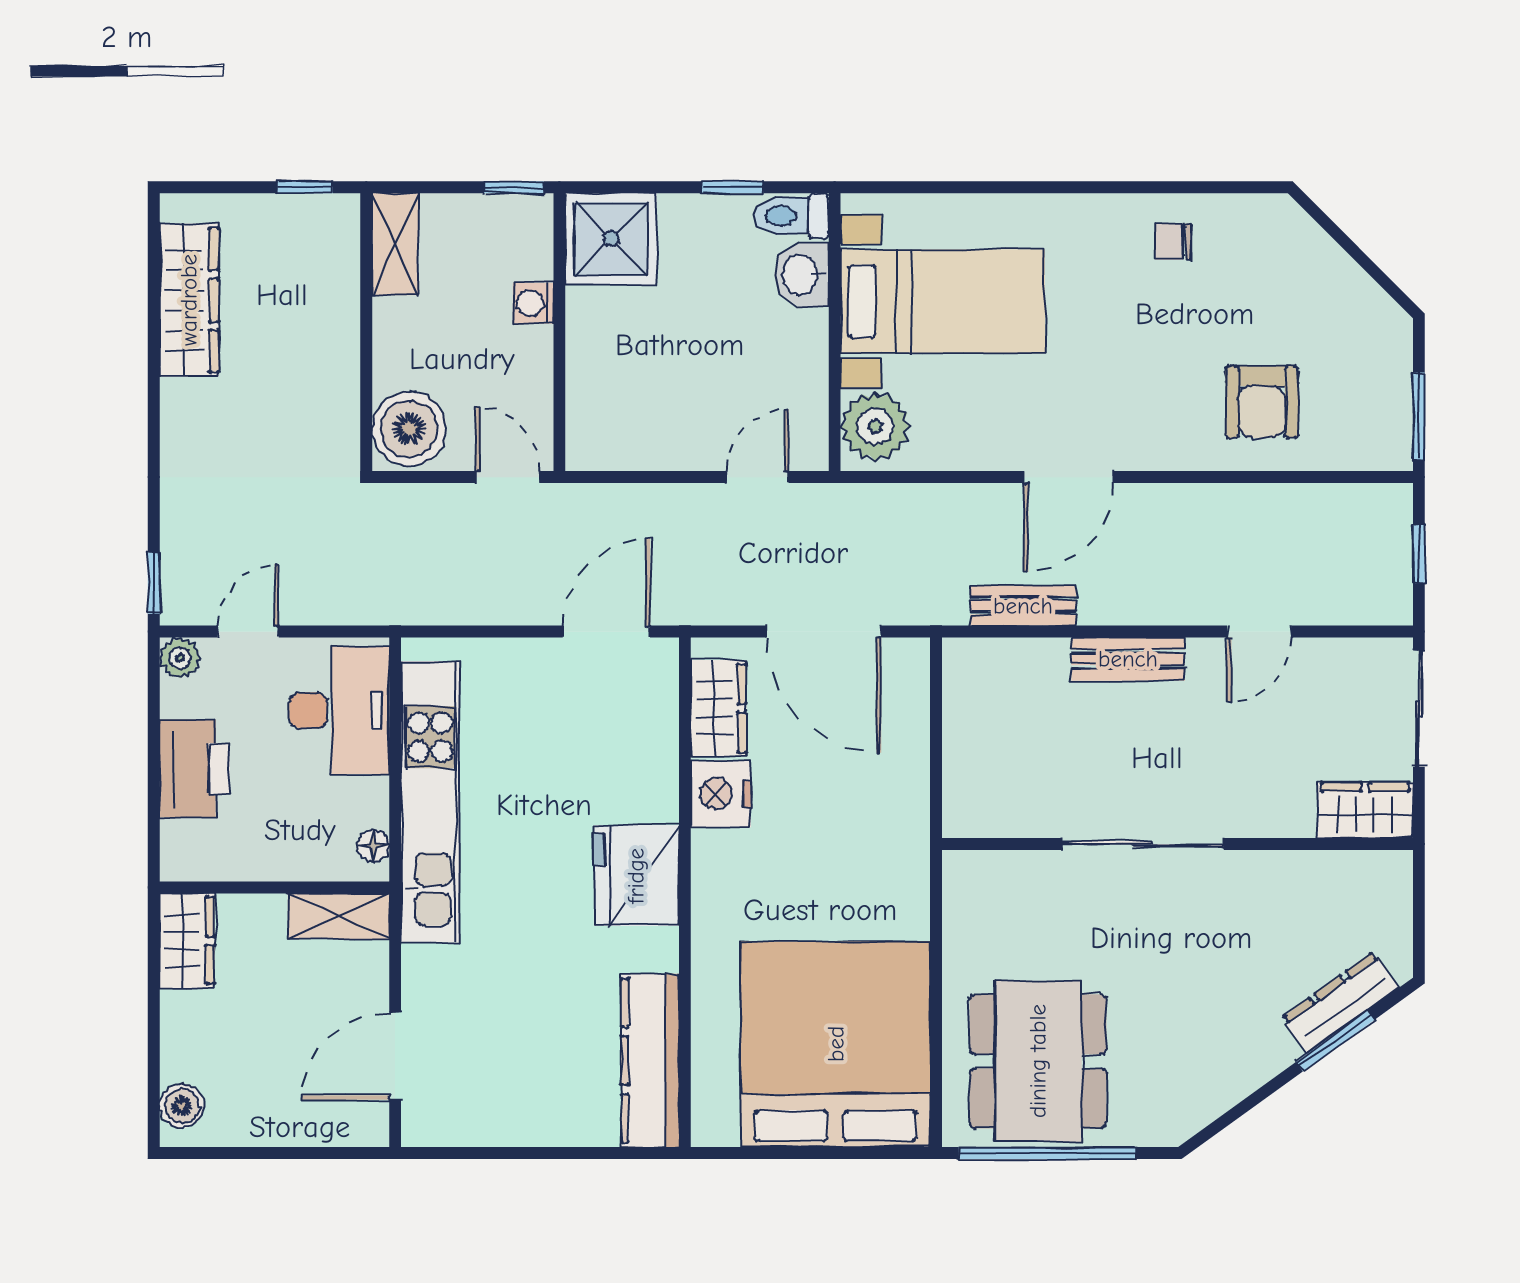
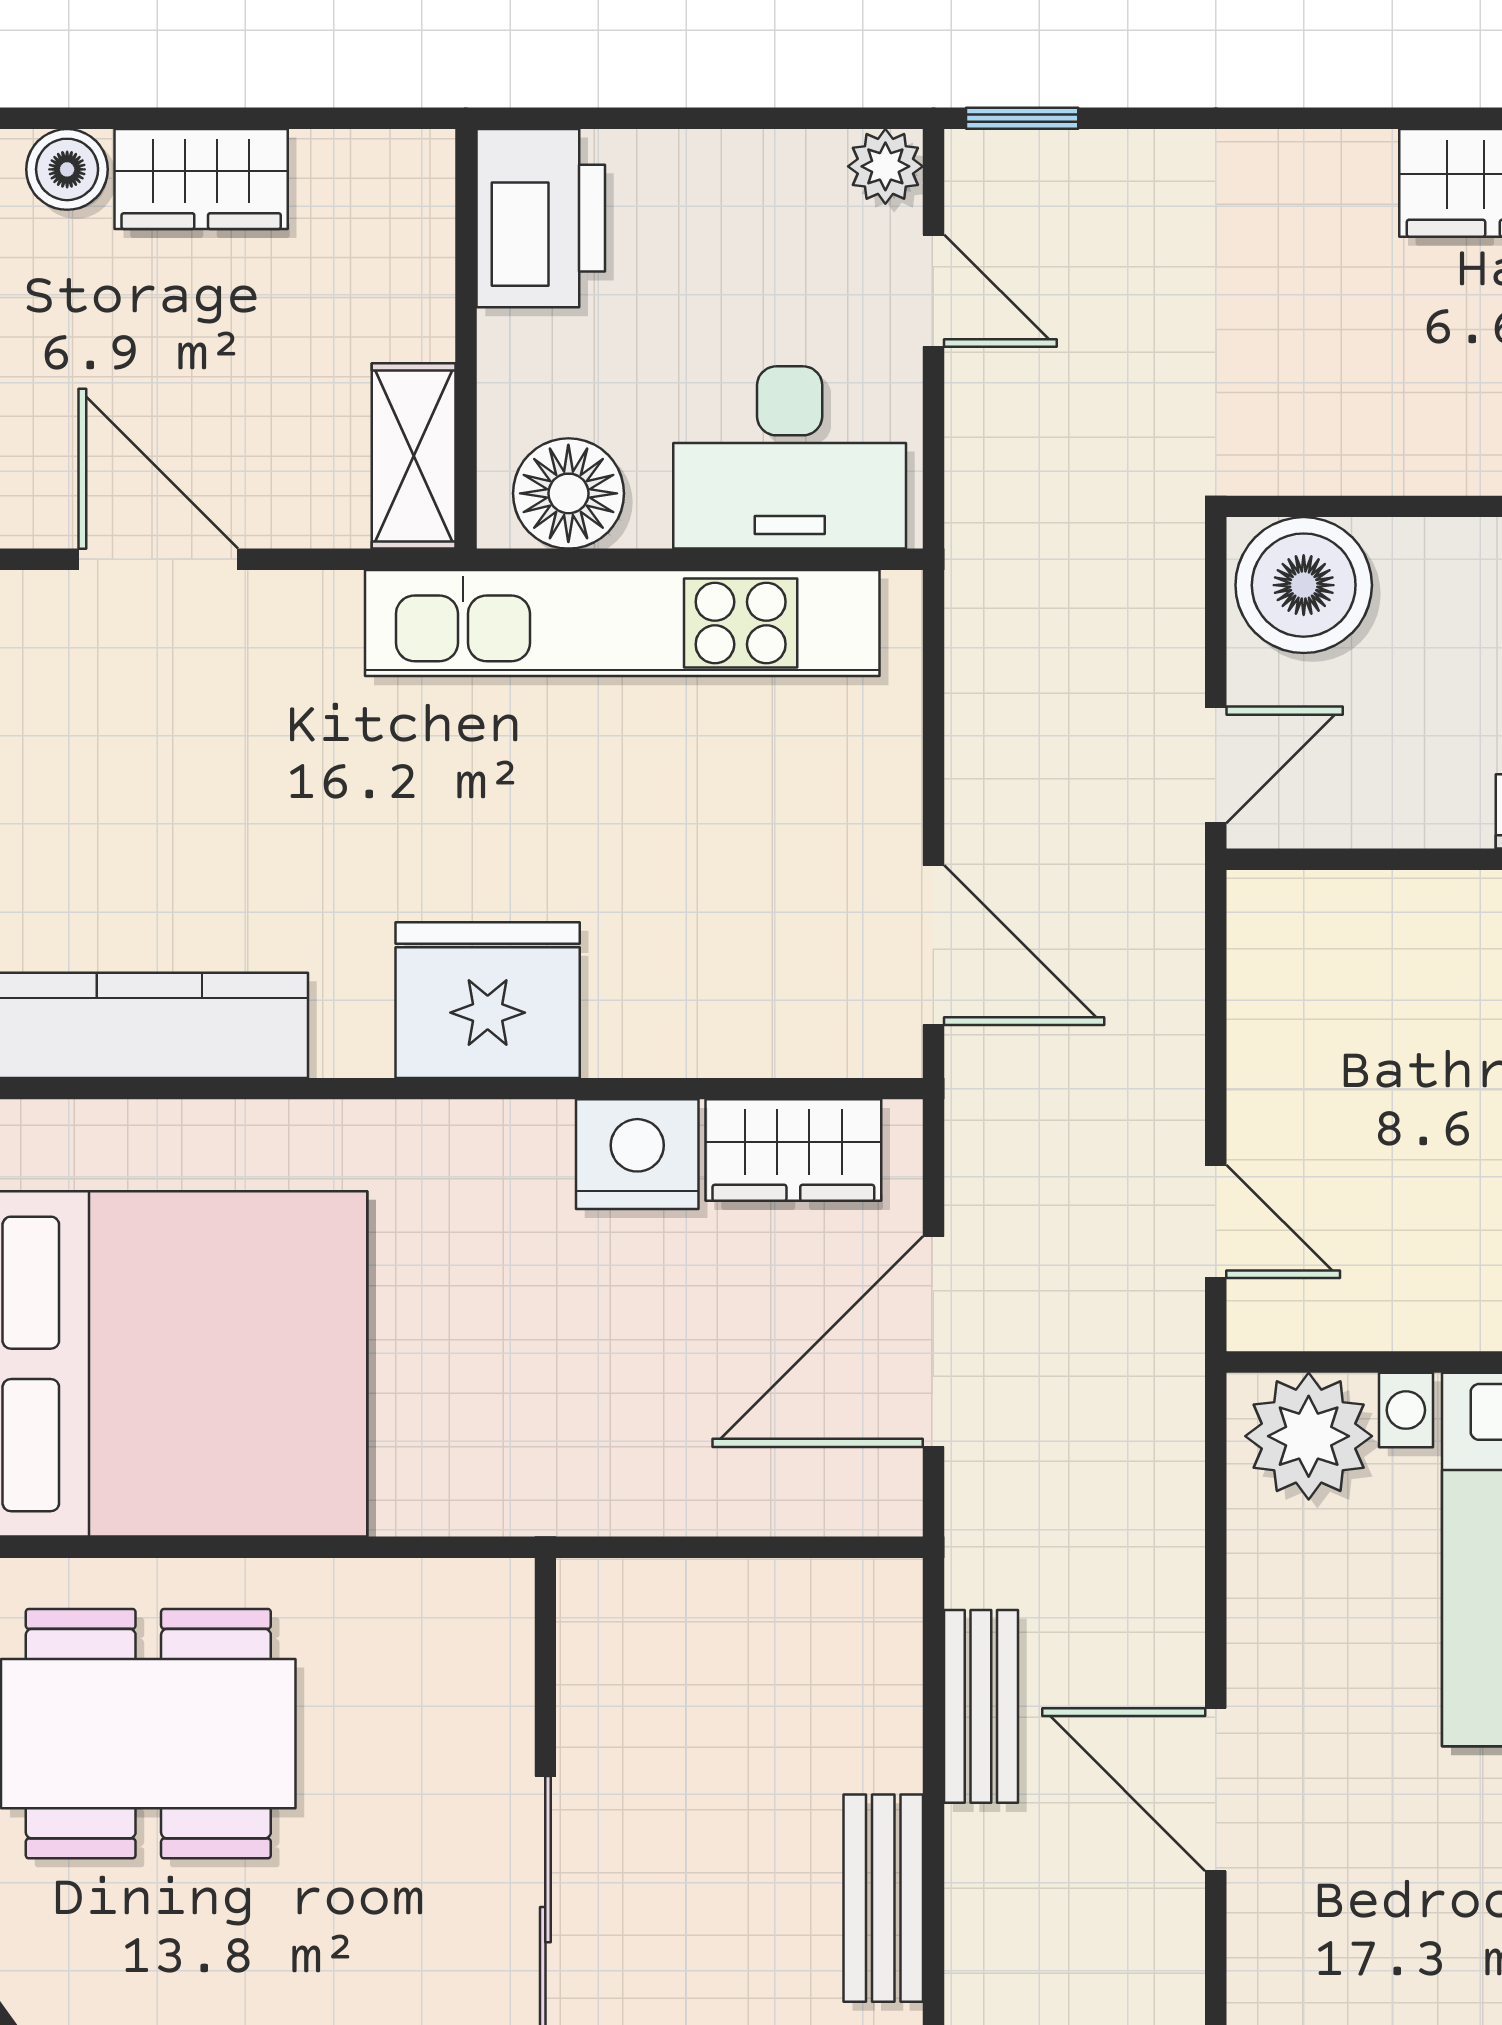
printer: (195, 769) -> (541, 218), moved, turned -90
floor lamp: (373, 846) -> (568, 493), width x1.89, depth x1.89
wardrobe: (187, 941) -> (201, 179), moved

